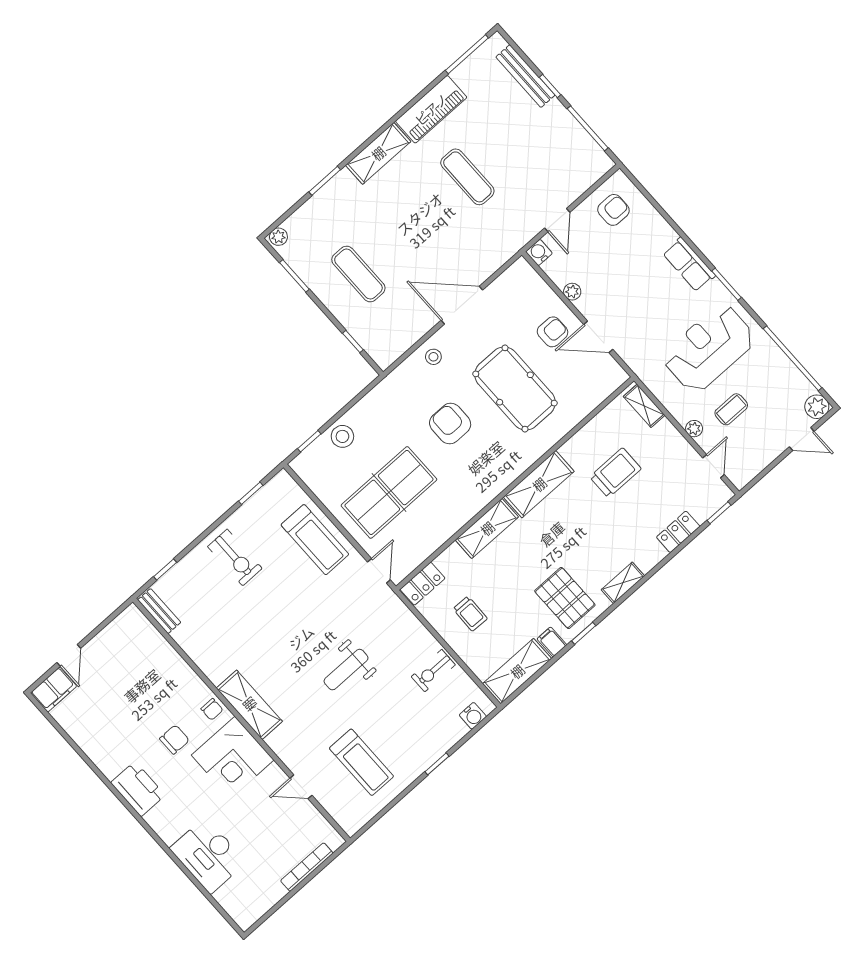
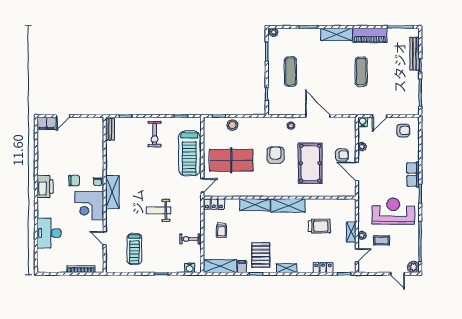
shelving: (644, 406) -> (351, 232), moved
treadmill: (315, 540) -> (189, 153), width x1.37, depth x1.38

